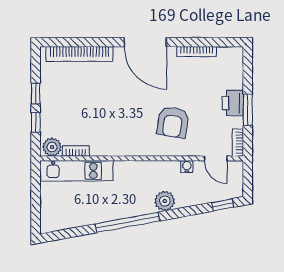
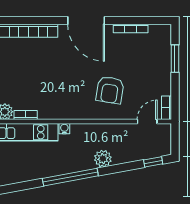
printer: (233, 103) -> (162, 73), removed
window: (248, 110) -> (175, 59), moved
door: (216, 158) -> (147, 122), swing flipped
water cooler: (187, 167) -> (64, 129), moved

